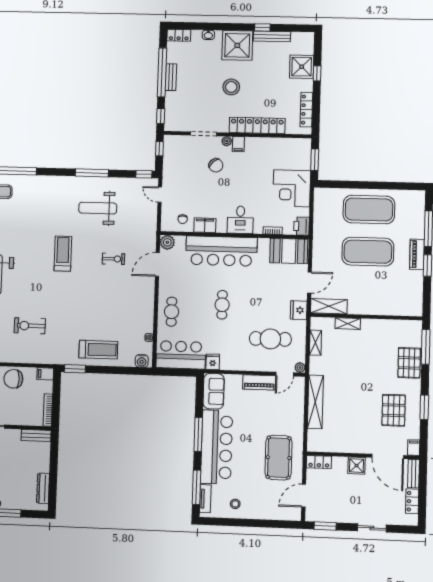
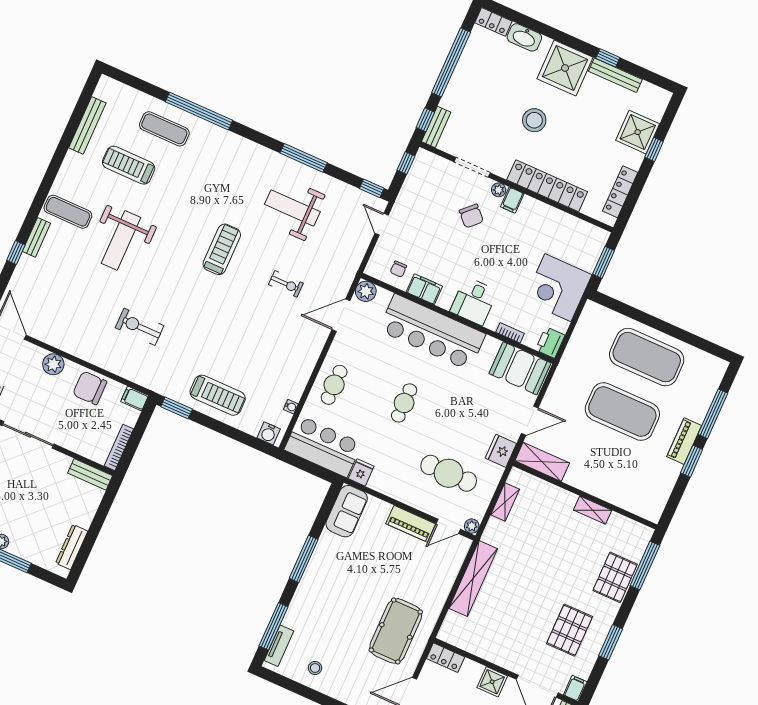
washbasin: (208, 35) -> (524, 37), width x1.91, depth x1.45
bench: (171, 77) -> (436, 127), moved
shelving: (348, 324) -> (593, 510), moved
bar counter: (217, 447) -> (321, 585), removed

